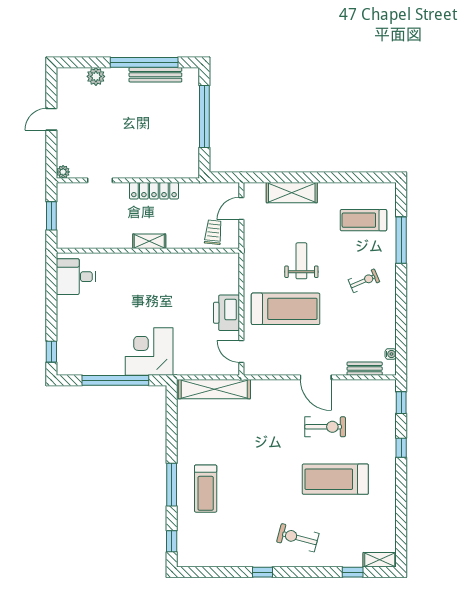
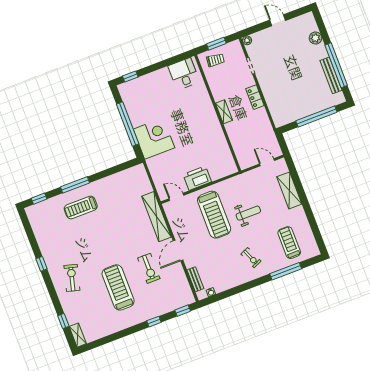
locker: (154, 191) -> (255, 97), width x0.66
trolley: (213, 232) -> (215, 60), moved
door: (241, 351) -> (176, 197), hinge flipped
shelving: (214, 389) -> (156, 217), moved

